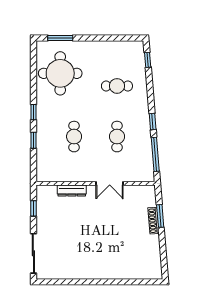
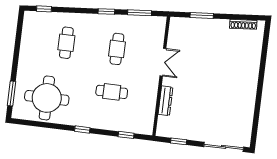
cafe table: (117, 137) -> (117, 49), turned 90
window: (33, 140) -> (126, 135), moved
window: (155, 154) -> (140, 13), width x0.69
shoe rack: (153, 221) -> (243, 24), moved

